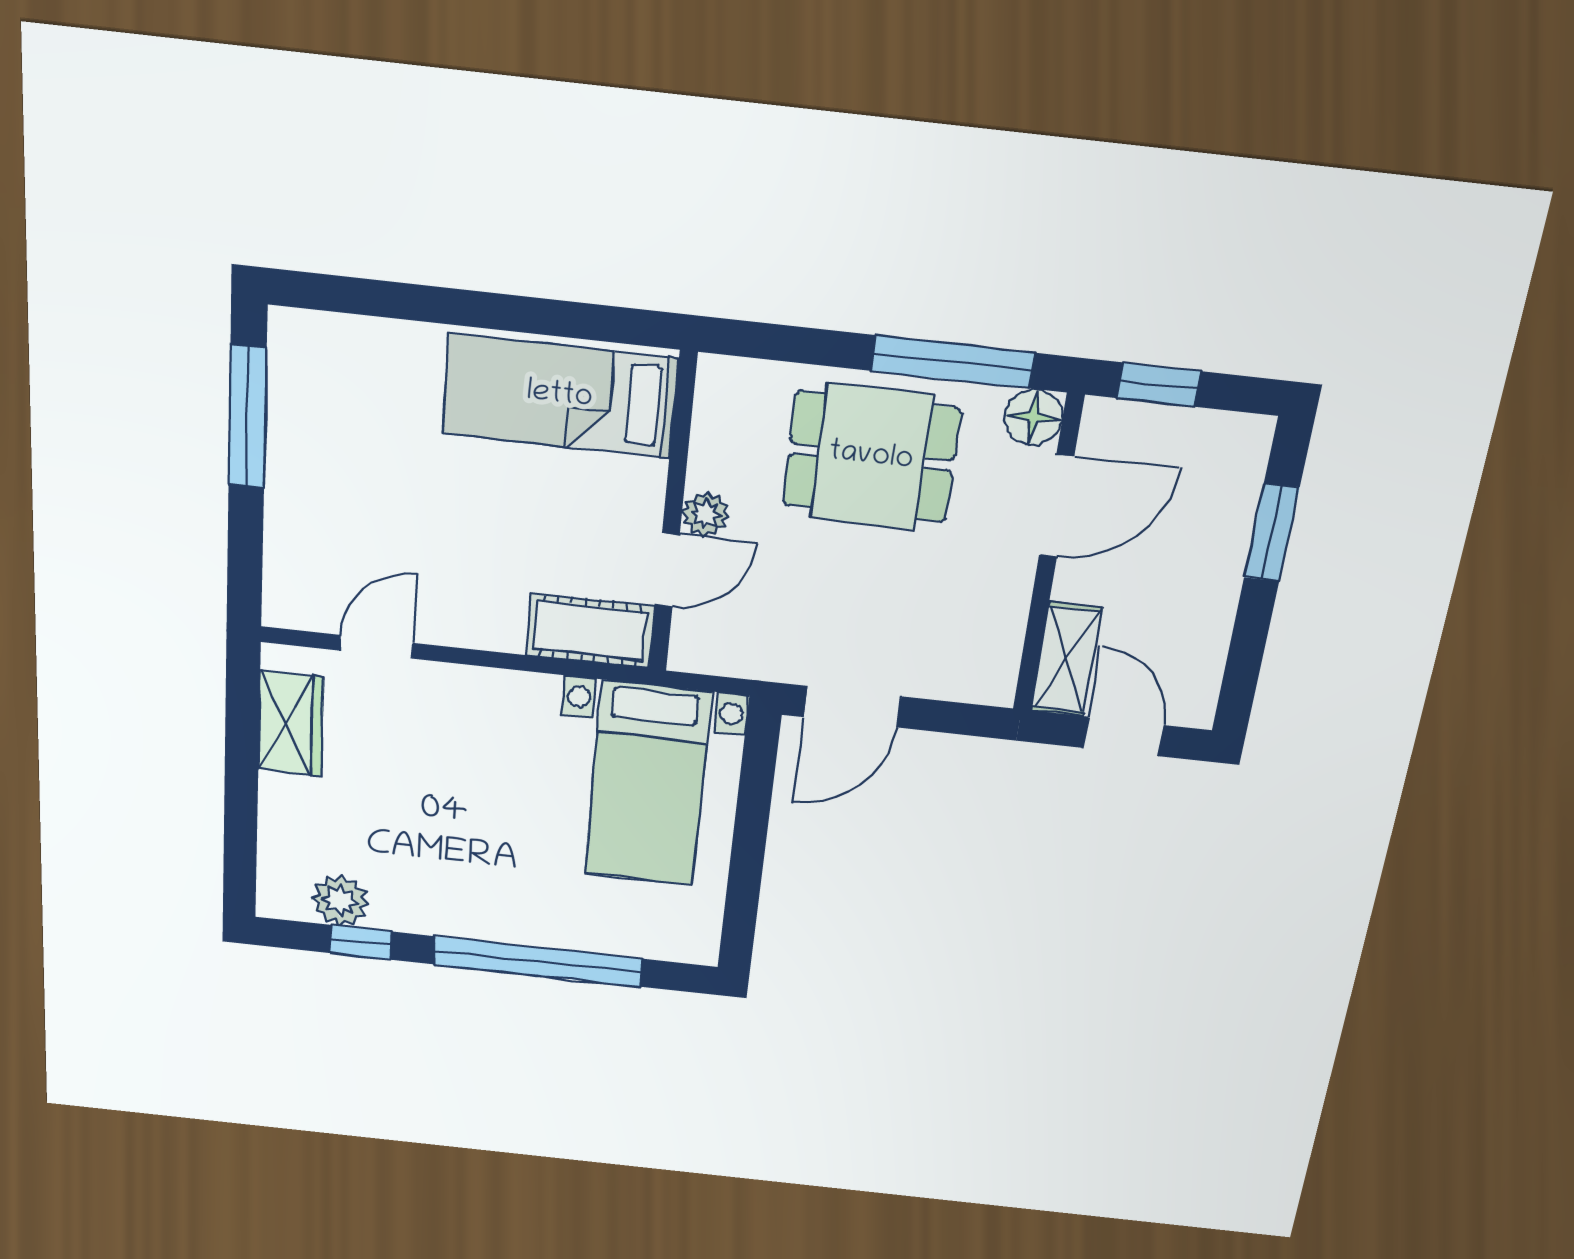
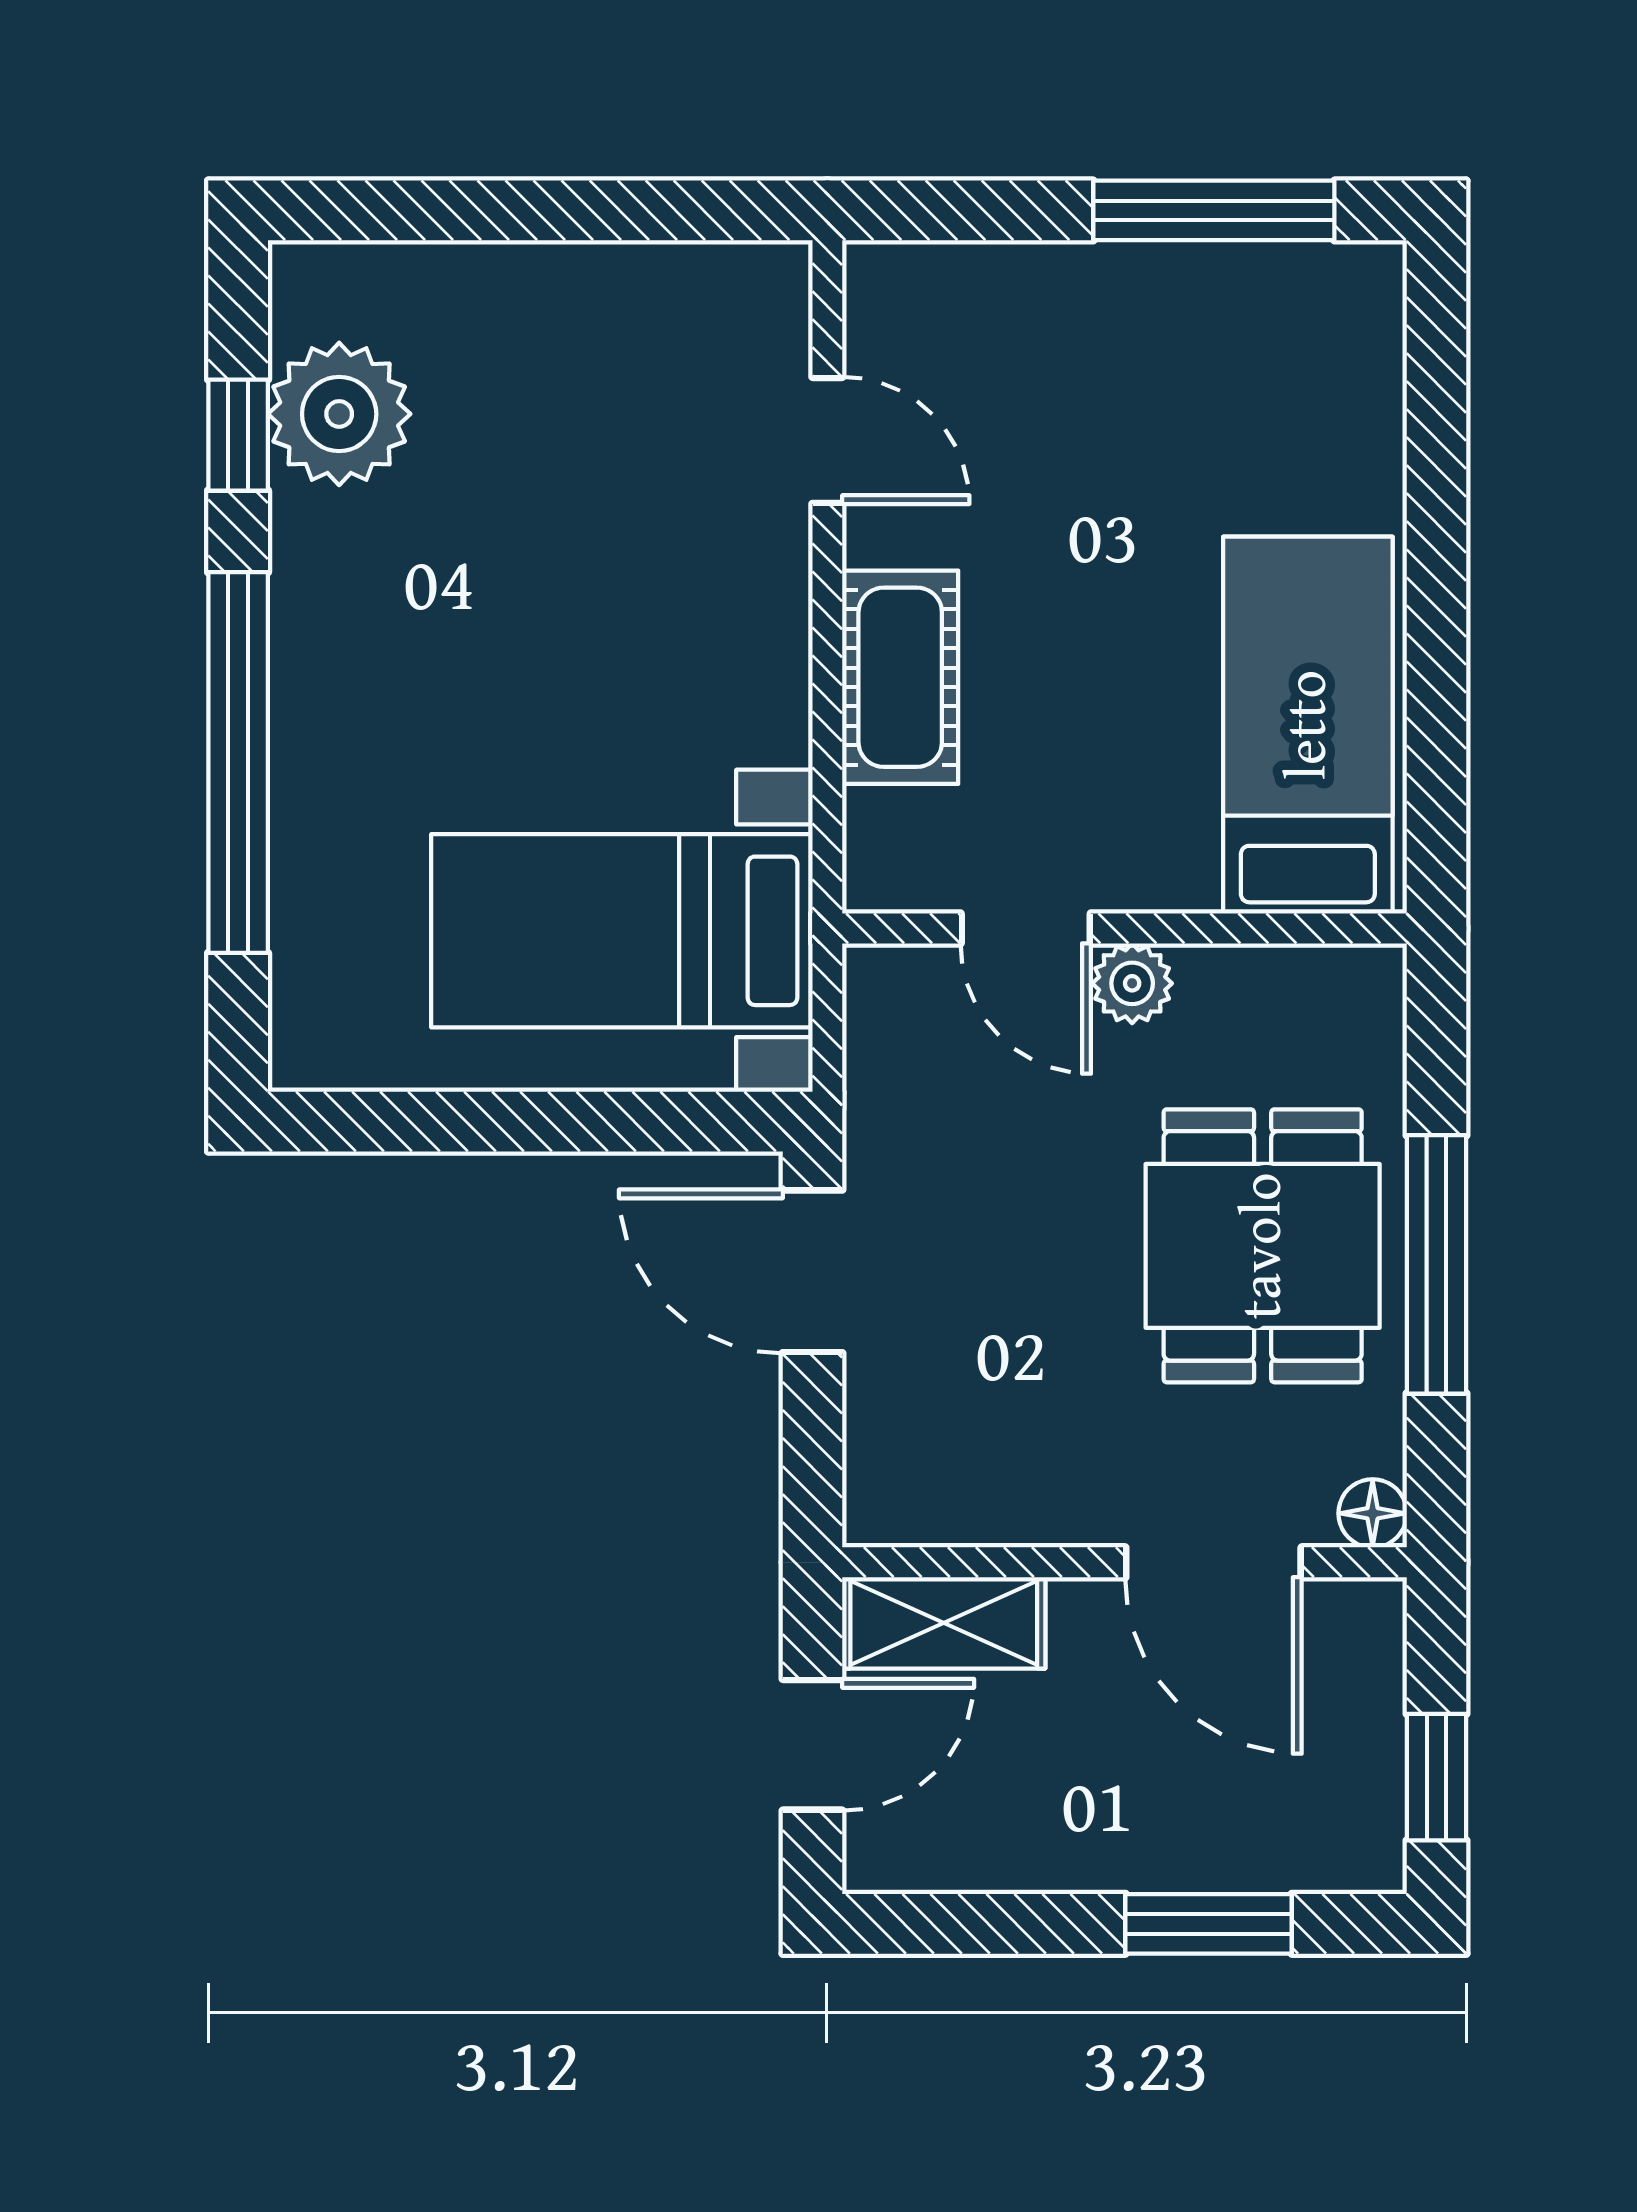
window: (953, 362) -> (1436, 1264), moved
window: (1158, 385) -> (1436, 1777), moved
floor lamp: (1034, 417) -> (1373, 1513), width x0.73, depth x0.73
cot: (590, 631) -> (900, 677), moved
wardrobe: (291, 724) -> (664, 296), removed
plant: (340, 901) -> (339, 414), width x1.36, depth x1.36

